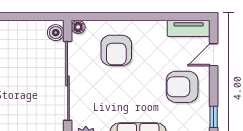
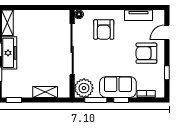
tv unit: (189, 28) -> (138, 15), moved
boiler: (56, 33) -> (64, 18), removed

